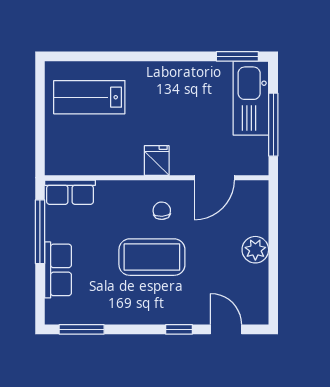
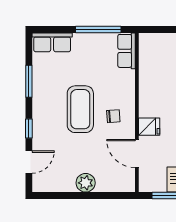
fridge: (157, 161) -> (149, 127), moved
row of seats: (58, 270) -> (52, 42), moved
window: (82, 329) -> (29, 81), moved

